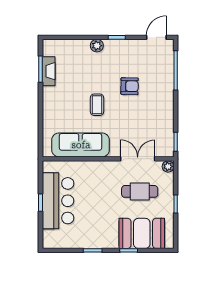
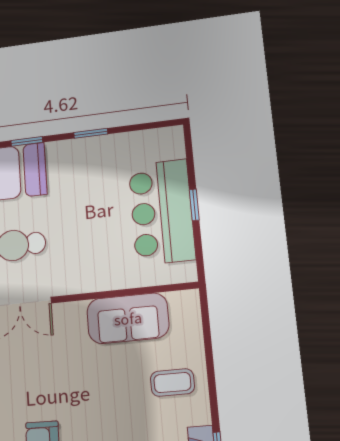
coffee table: (97, 105) -> (172, 383), moved, turned 90
sofa: (81, 145) -> (128, 318), width x0.73

